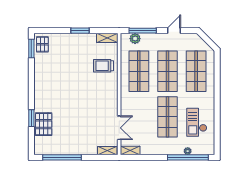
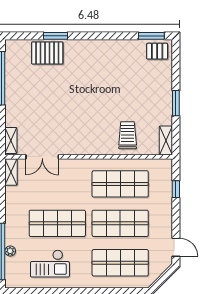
window: (143, 31) -> (176, 189), width x0.46
door: (174, 31) -> (176, 247), moved
plant: (135, 39) -> (165, 179), removed
checkout: (197, 122) -> (50, 264), turned 180

